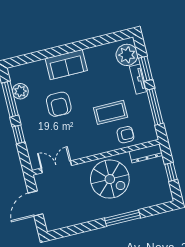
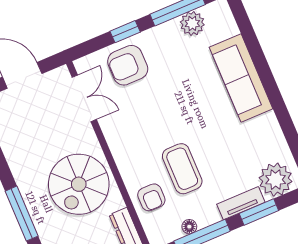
sofa: (66, 65) -> (241, 78), width x1.36
armchair: (59, 104) -> (128, 65), moved
floor lamp: (148, 114) -> (189, 227), added

